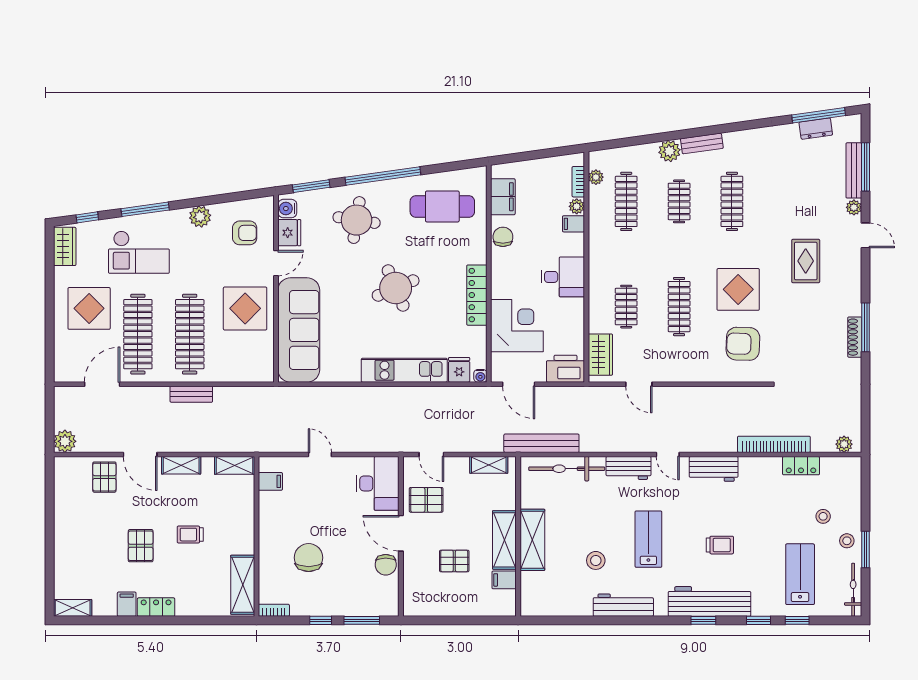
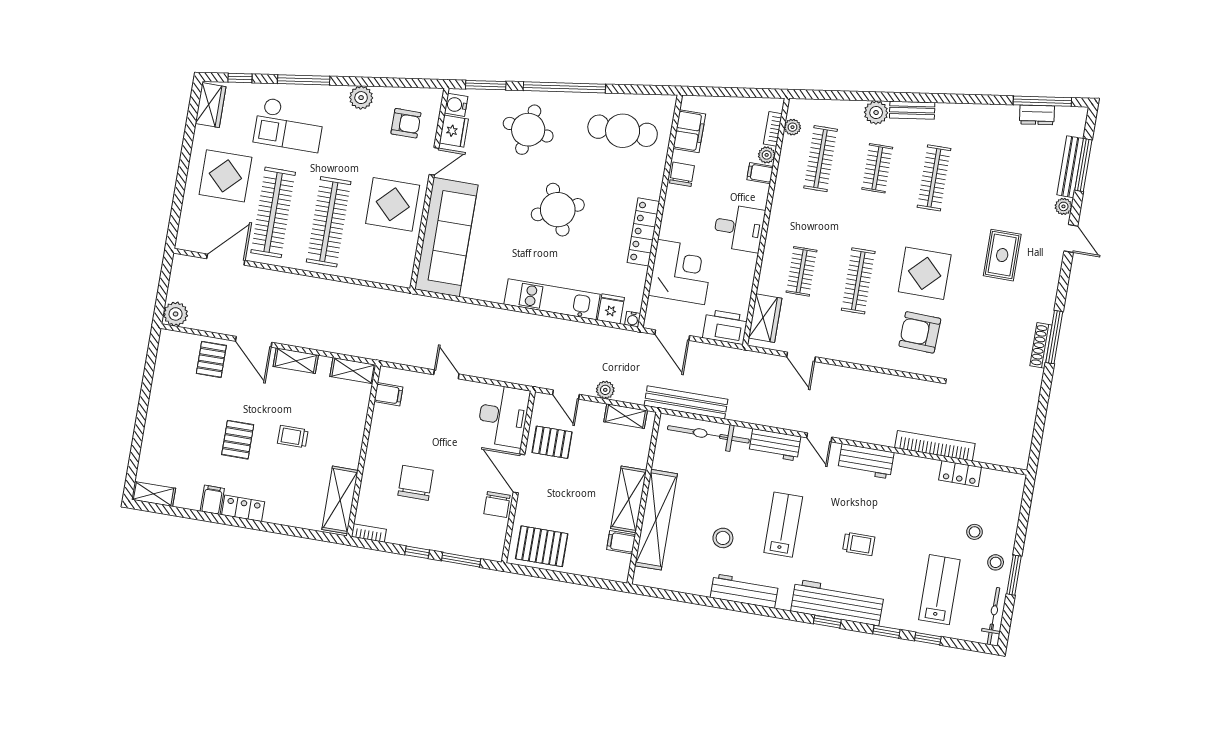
bench: (191, 394) -> (320, 286), removed
plant: (844, 444) -> (605, 390), moved
shelving: (532, 540) -> (656, 520), width x1.47
pallet: (454, 561) -> (542, 546), moved, width x1.50, depth x1.42

